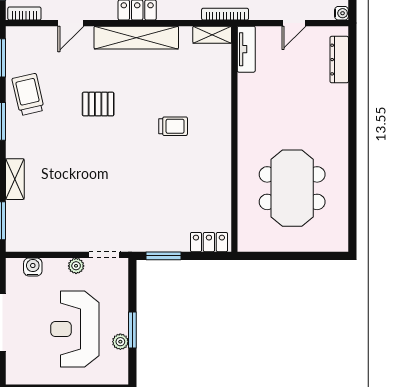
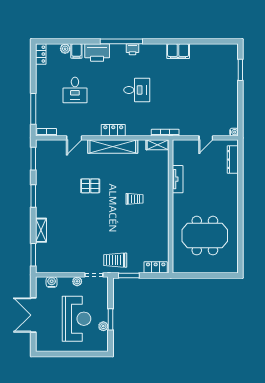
tv unit: (246, 49) -> (178, 179), moved
trolley: (28, 94) -> (115, 260), moved, turned -77
meeting table: (292, 188) -> (205, 236), turned 90
reception desk: (75, 329) -> (76, 319), turned 180

